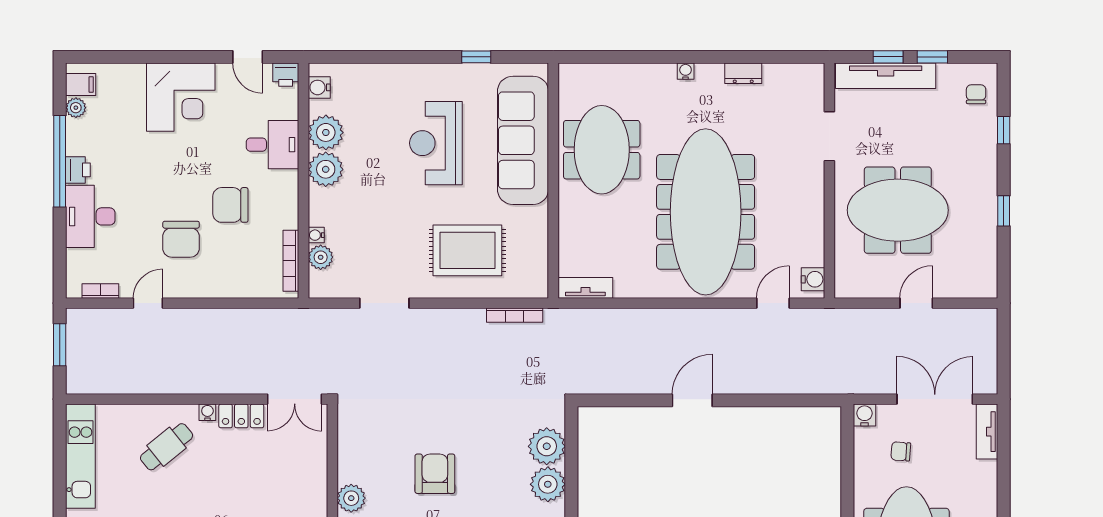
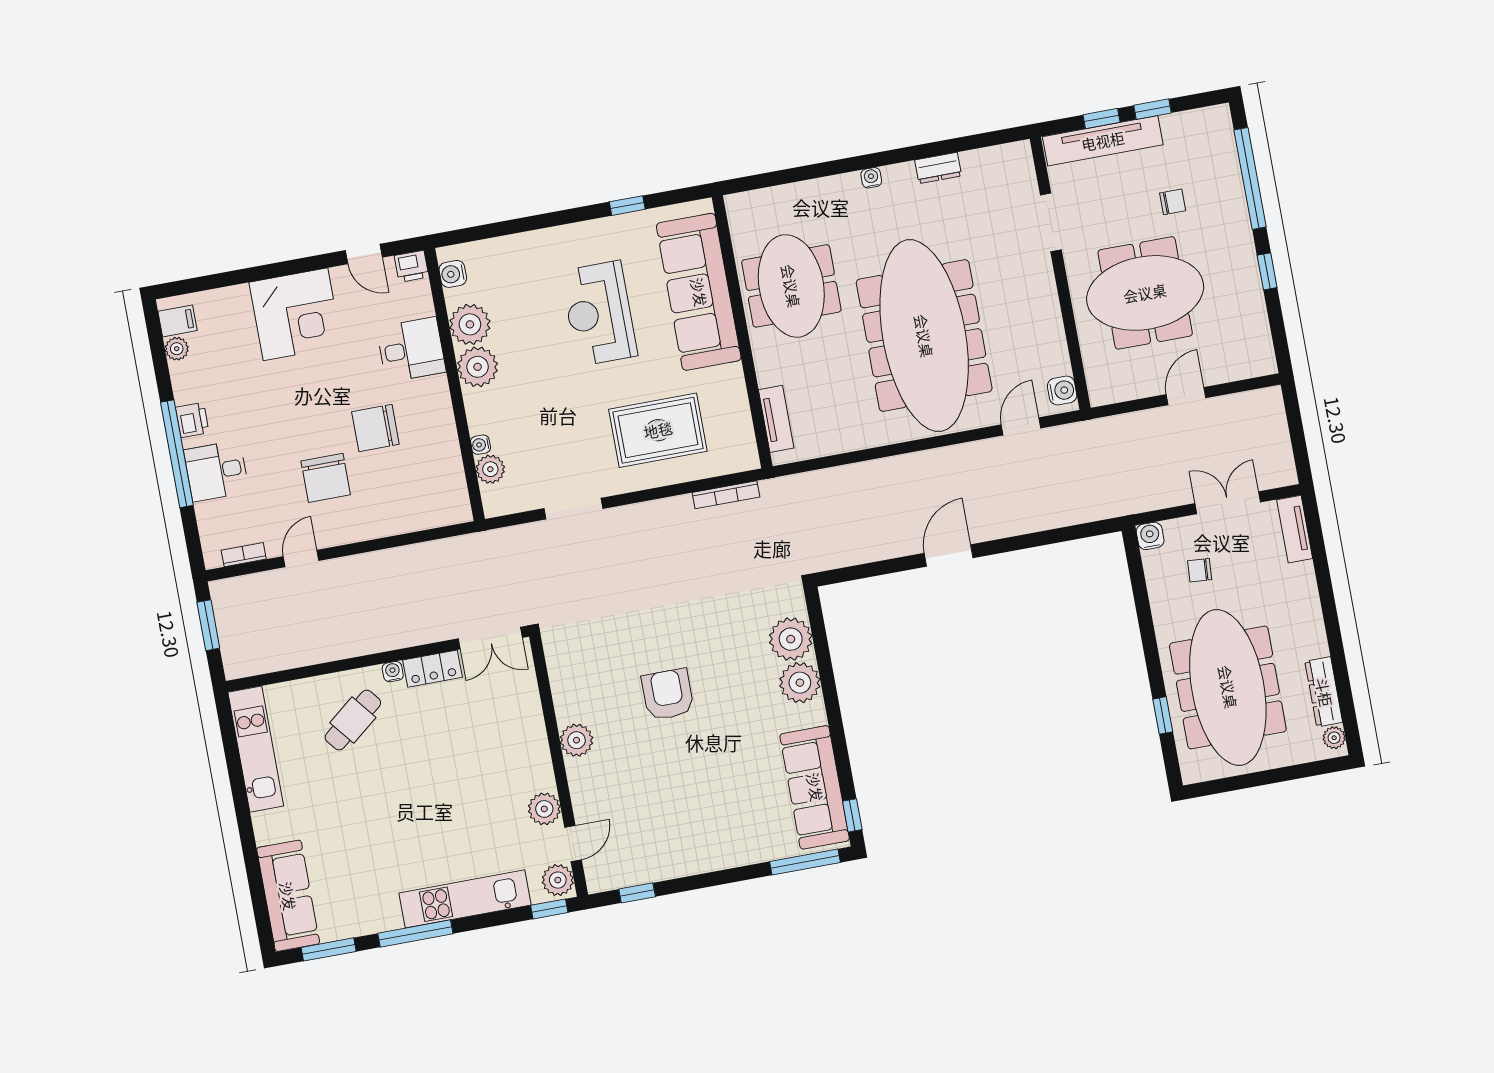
chair: (976, 94) -> (1173, 202), moved, turned 90
window: (1004, 130) -> (1250, 178), width x3.17
window: (60, 161) -> (177, 454), moved
desk: (90, 216) -> (216, 471), width x0.73
bookcase: (291, 261) -> (457, 480), removed
tv unit: (585, 288) -> (776, 419), moved, turned 90
double door: (935, 399) -> (1228, 503), width x0.73

